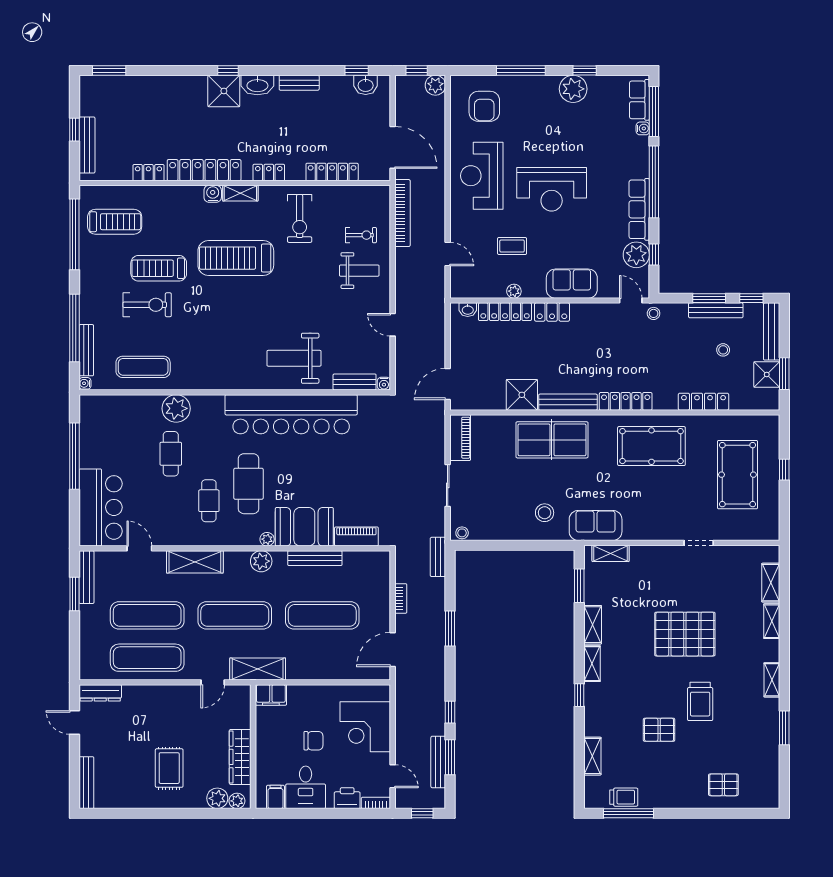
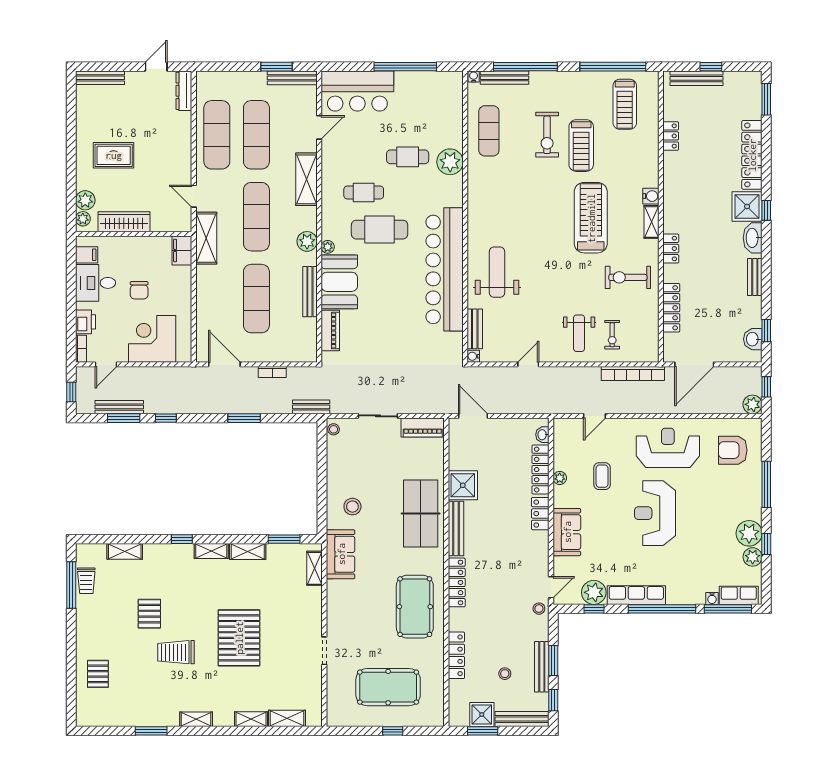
plant: (598, 85) -> (753, 557), added
locker: (204, 170) -> (752, 155), moved, turned 180
treadmill: (159, 268) -> (581, 146), turned 180

